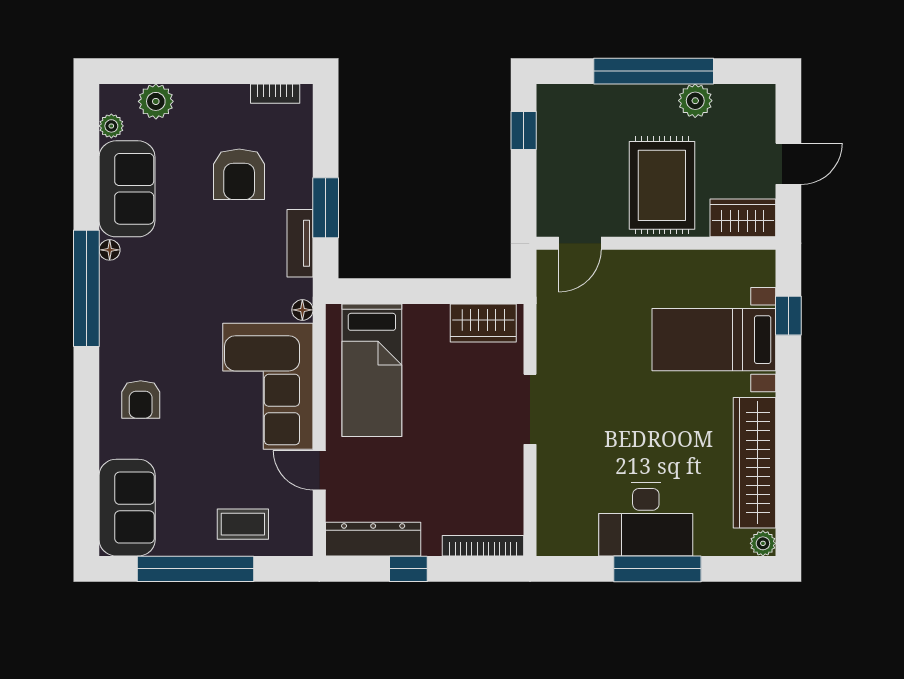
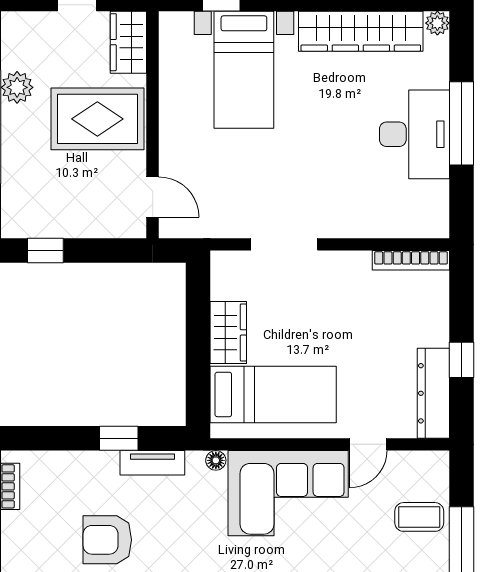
armchair: (239, 174) -> (107, 540), moved, turned 180
window: (326, 208) -> (119, 438), width x0.67
wardrobe: (483, 323) -> (228, 332), moved
doorway: (530, 409) -> (284, 244), moved
coffee table: (243, 524) -> (419, 517), turned 90
bookcase: (483, 546) -> (411, 260), moved, turned -90

